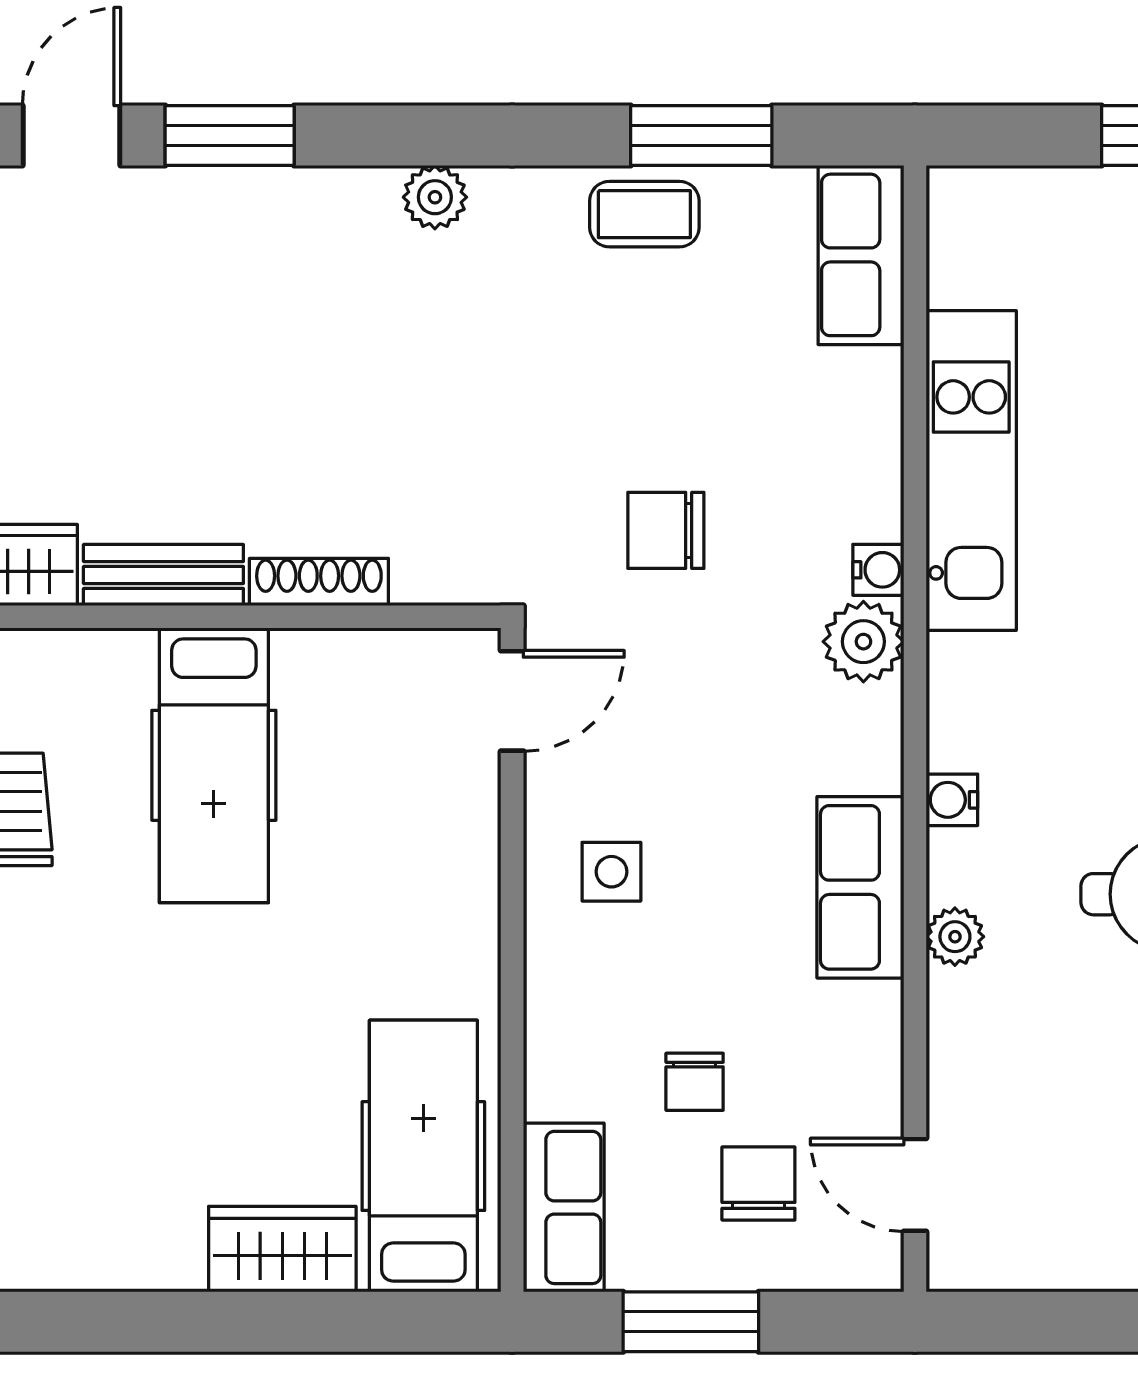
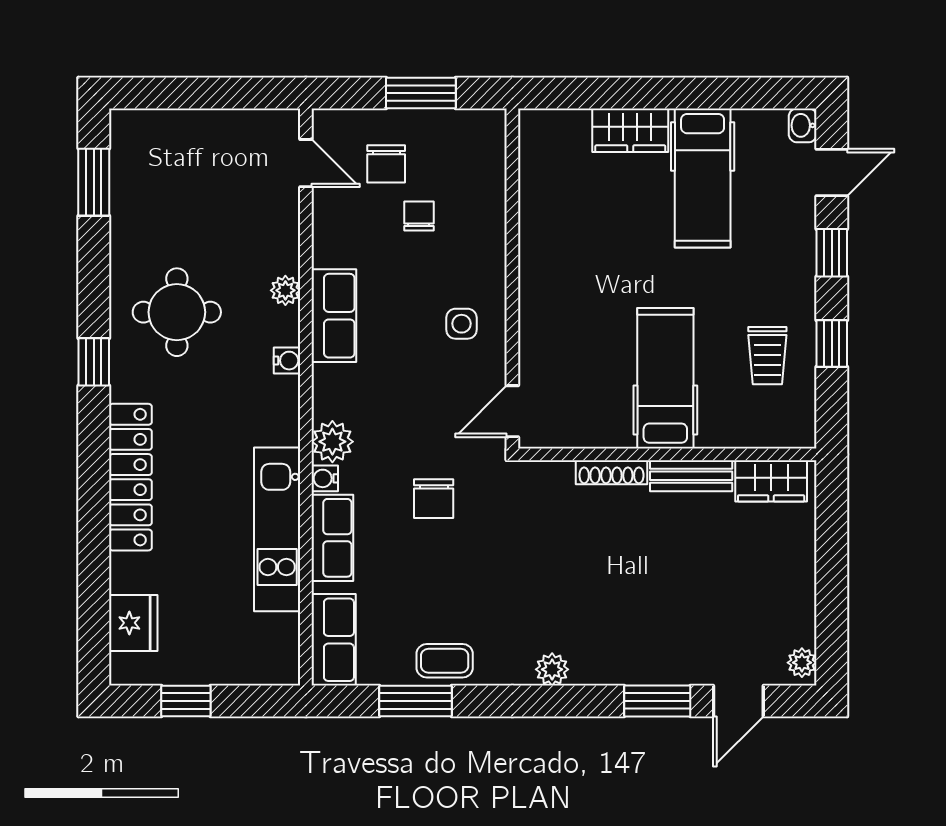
chair: (666, 530) -> (434, 499), turned 90
hospital bed: (423, 1156) -> (703, 178), moved
row of seats: (564, 1207) -> (332, 538), moved, turned 180

